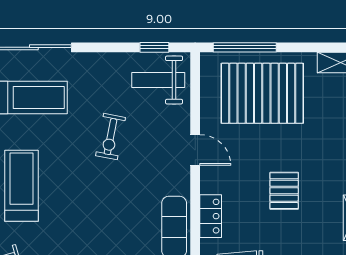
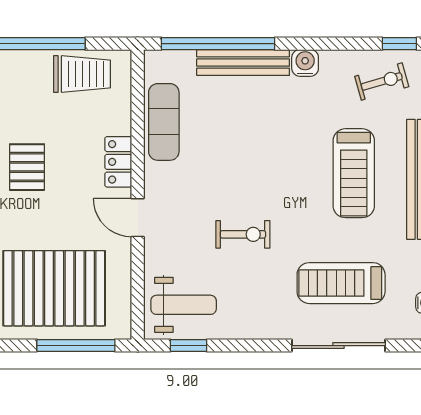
exercise bike: (111, 137) -> (243, 234), turned 79
locker: (211, 216) -> (118, 162), moved

